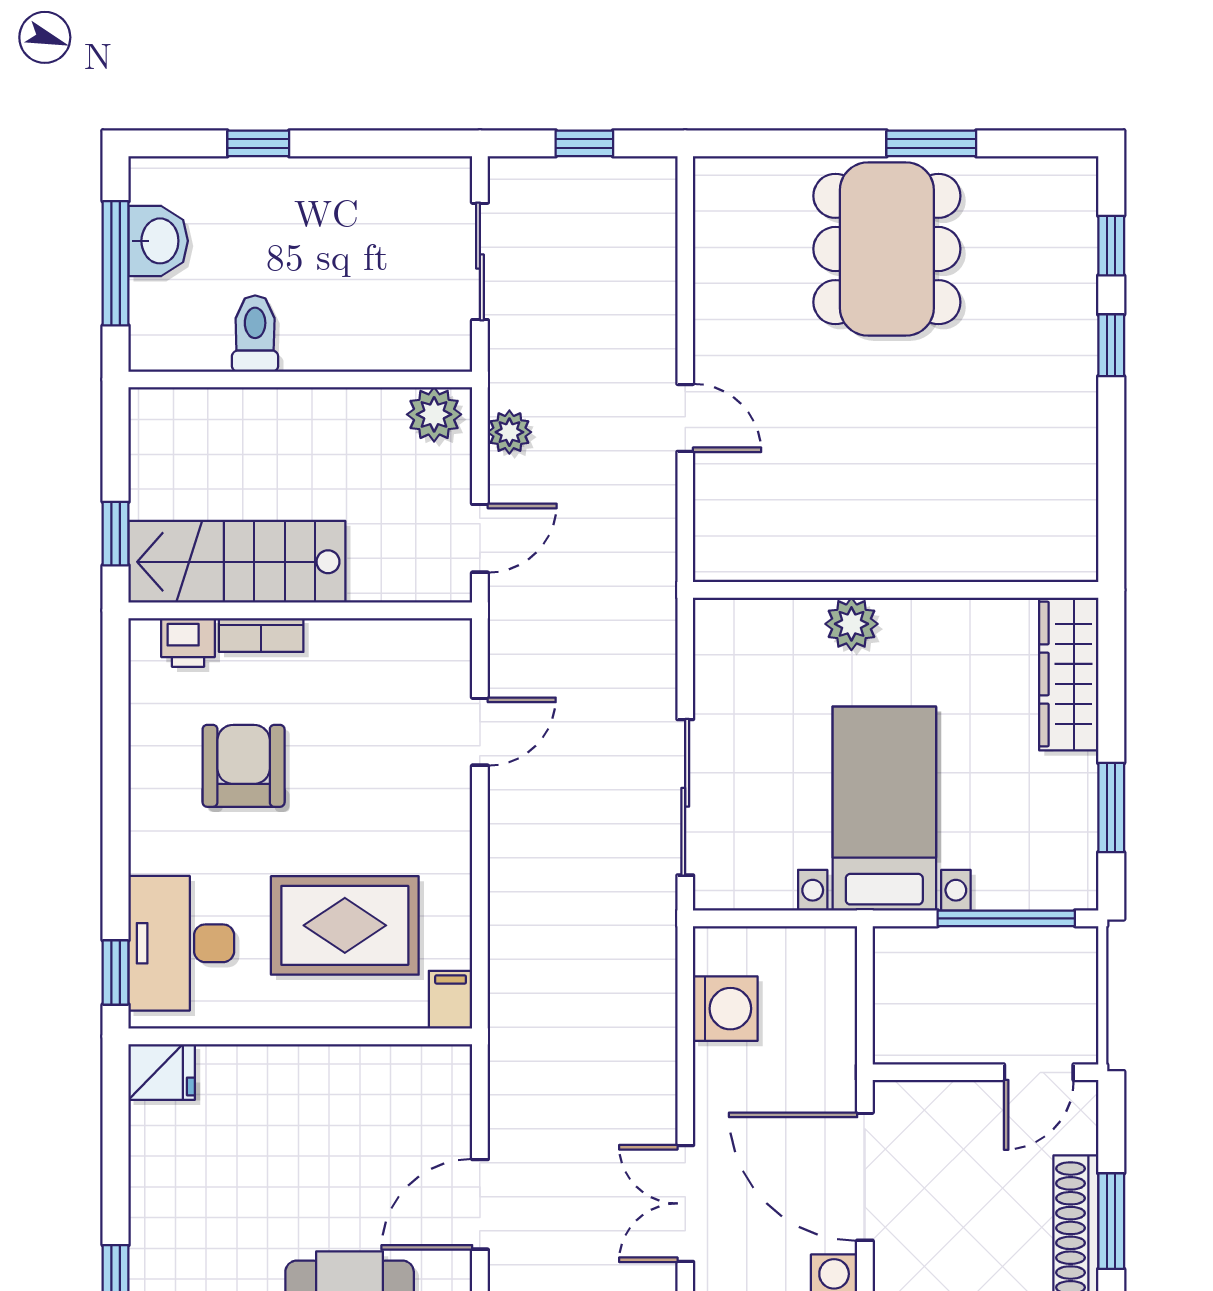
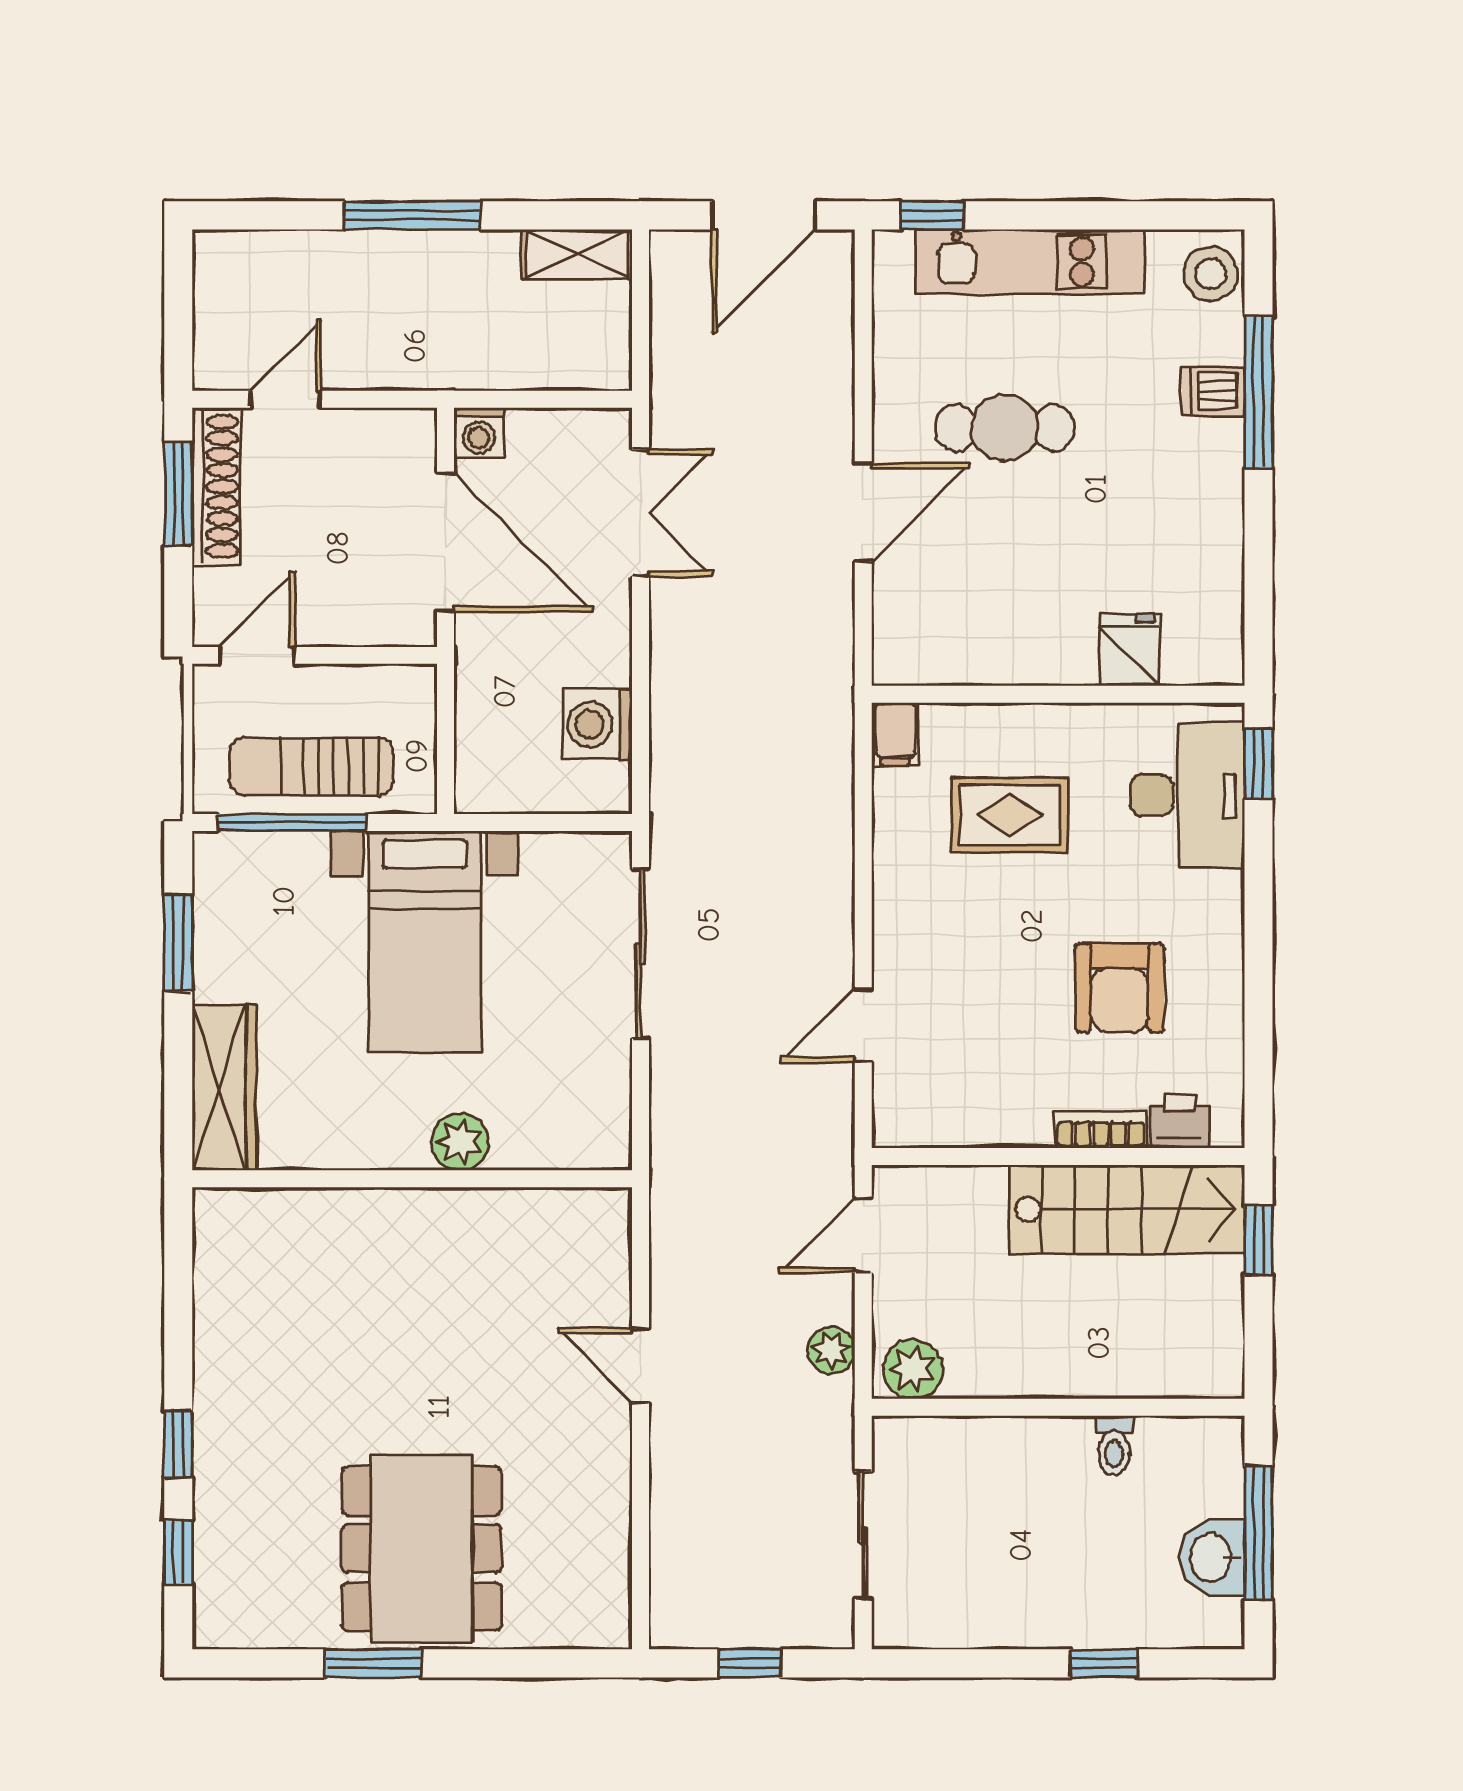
toilet: (255, 334) -> (1114, 1445), width x0.73, depth x0.72
rug: (345, 925) -> (1010, 815), width x0.73, depth x0.70
sun lounger: (989, 970) -> (311, 767), added
fridge: (162, 1072) -> (1130, 650), moved, turned 90

